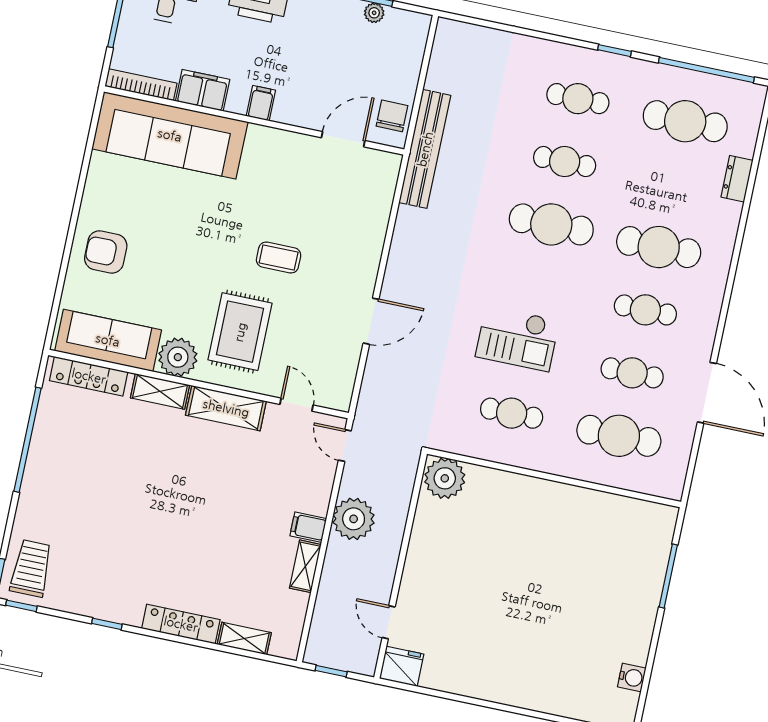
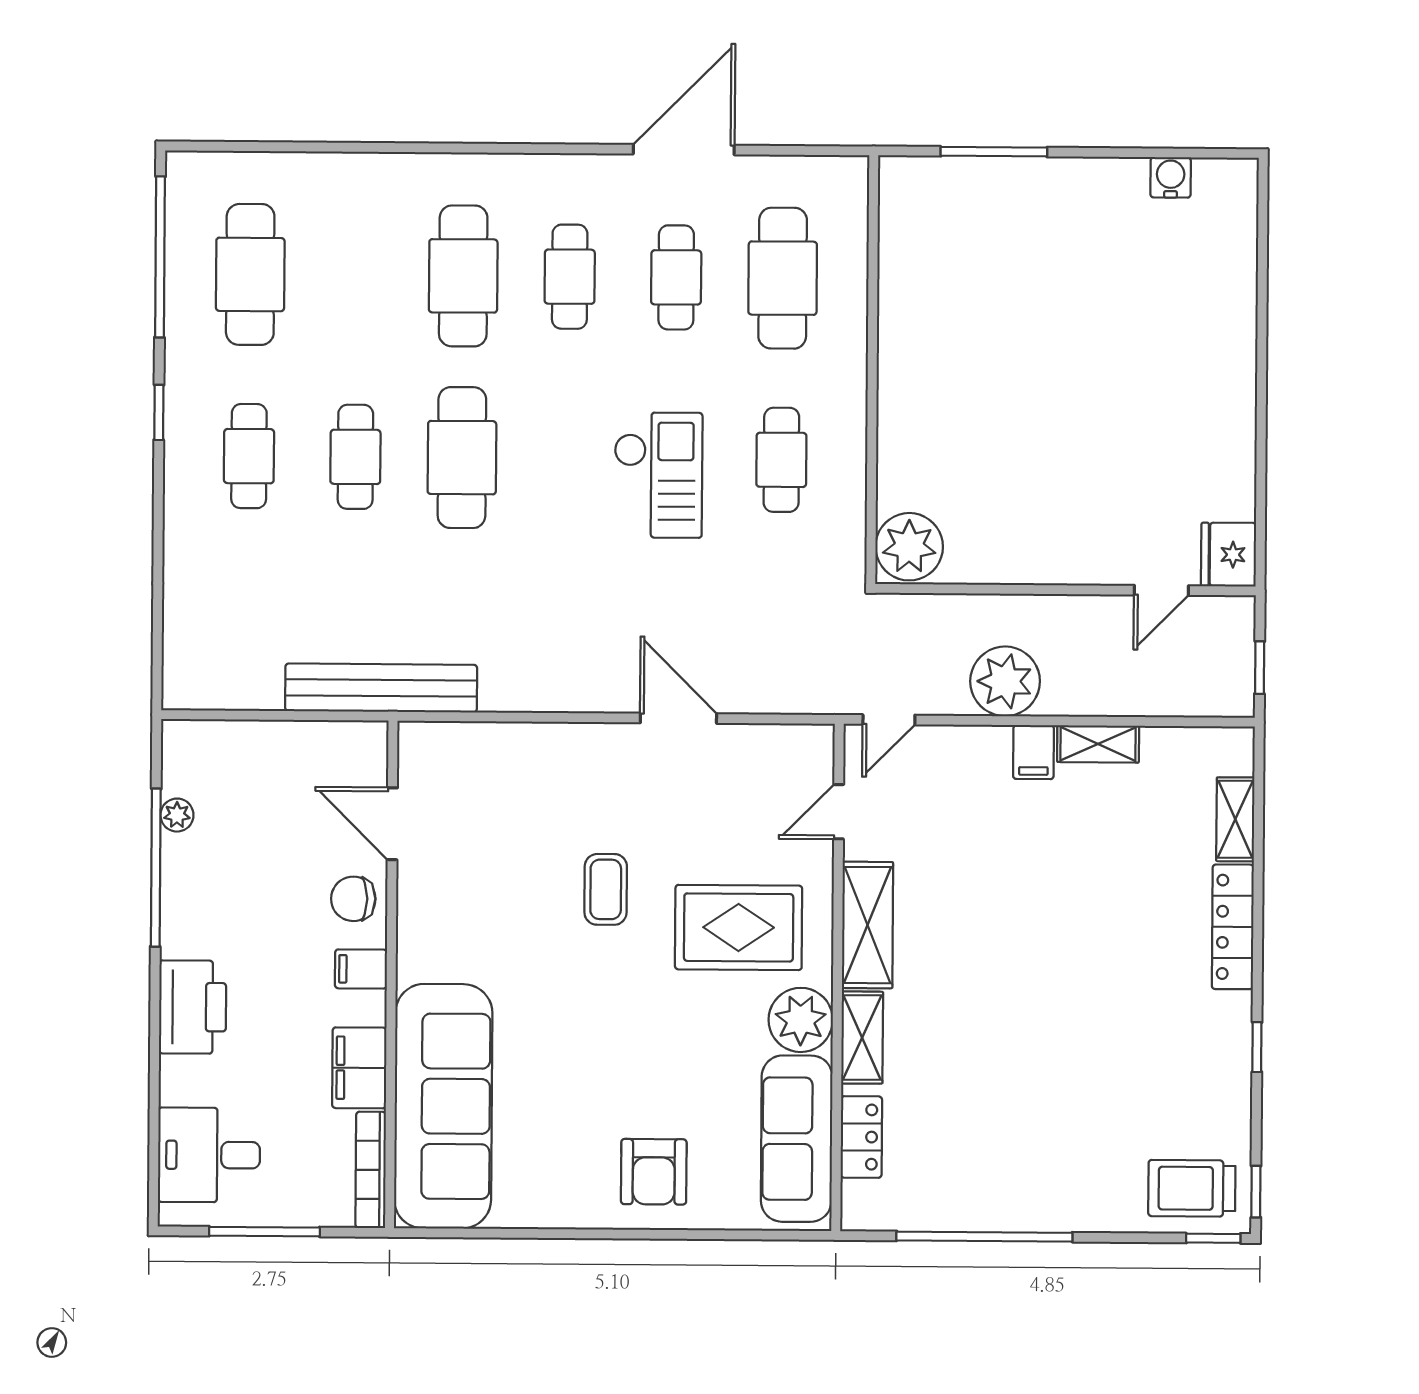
chair: (392, 116) -> (353, 899), moved
dresser: (737, 179) -> (326, 171), removed
locker: (89, 376) -> (861, 1137), width x0.66

